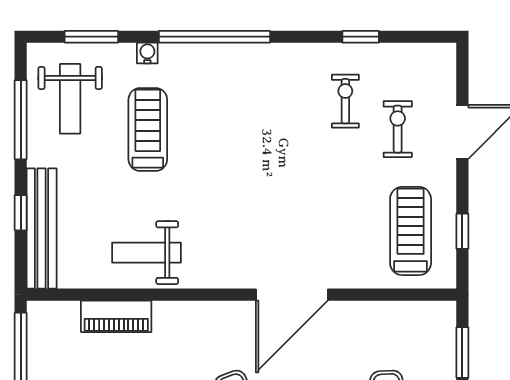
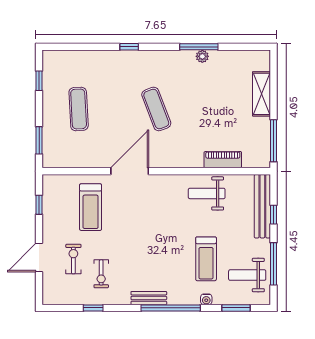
bench: (256, 55) -> (149, 298), added
weight bench: (70, 99) -> (247, 275), turned -90
exercise bike: (398, 129) -> (73, 259), turned 180
treadmill: (411, 231) -> (91, 207), moved
weight bench: (147, 253) -> (207, 193), turned 180

